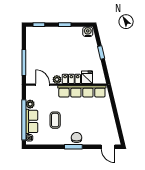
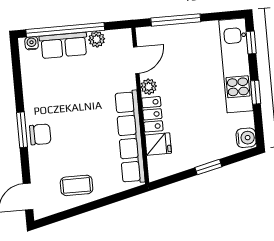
kitchen unit: (50, 34) -> (236, 65), added
coffee table: (55, 120) -> (77, 185), moved

